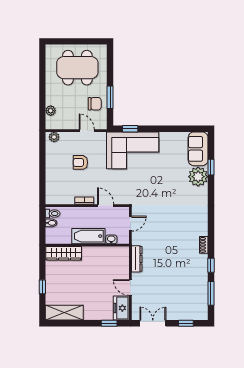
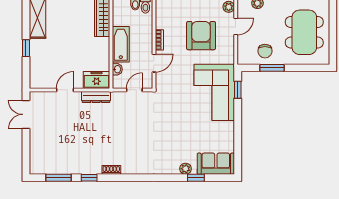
door: (87, 131) -> (236, 27), moved
armchair: (80, 162) -> (201, 36), width x1.88, depth x1.88
plant: (198, 177) -> (186, 169), width x0.53, depth x0.53
door: (130, 224) -> (134, 90), swing flipped
freezer: (121, 308) -> (97, 80), moved
window: (109, 323) -> (26, 48), moved
double door: (153, 323) -> (26, 114), swing flipped
window: (186, 323) -> (26, 150), removed

